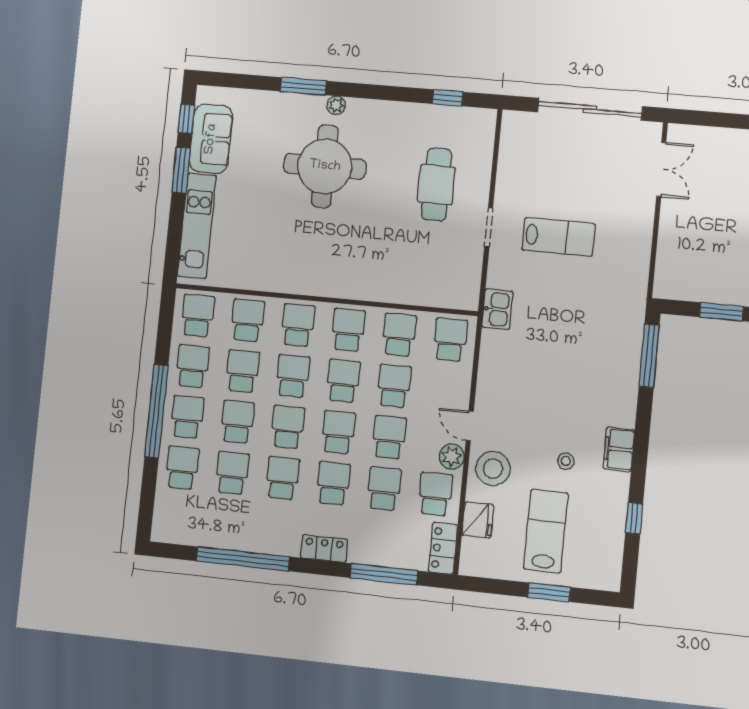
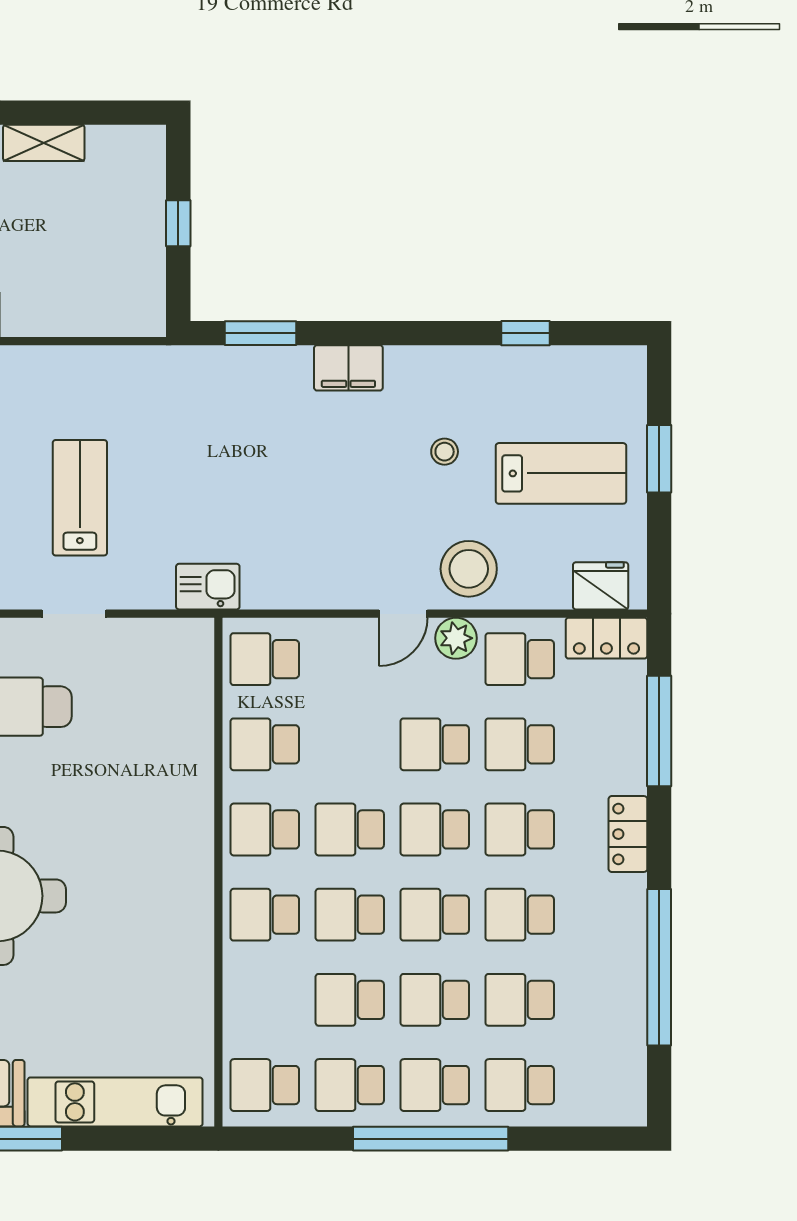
window: (721, 312) -> (178, 223), width x0.67
school desk: (248, 320) -> (265, 1000), removed
window: (649, 356) -> (261, 333), width x0.69
school desk: (394, 386) -> (350, 744), removed
filing cabinet: (619, 449) -> (348, 368), moved
fridge: (478, 520) -> (601, 586), moved
lab bench: (546, 531) -> (561, 473), turned 180

